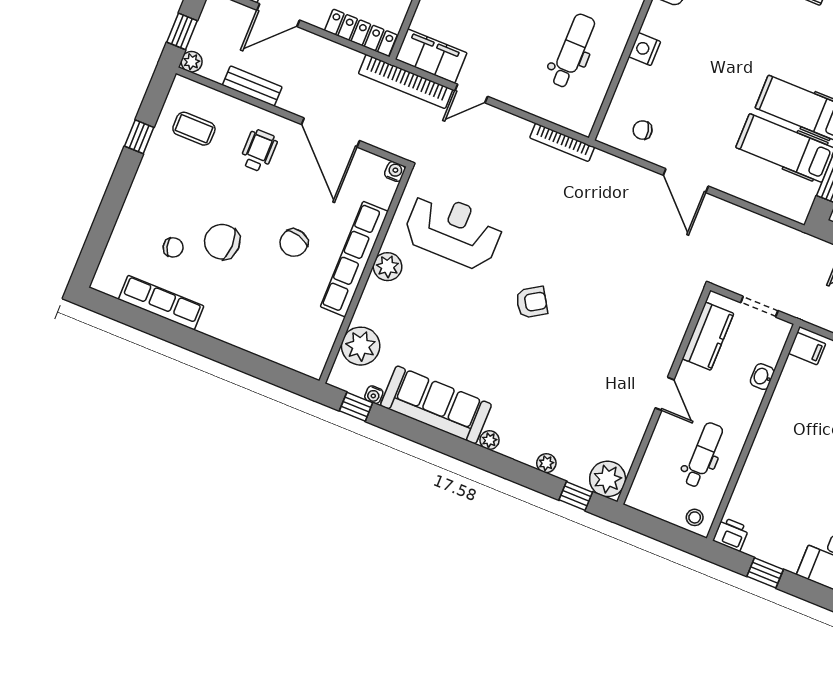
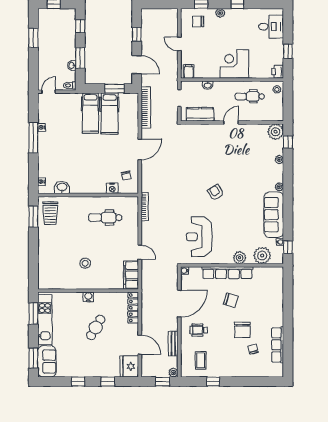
nightstand: (645, 49) -> (112, 188), moved
bookcase: (406, 82) -> (146, 108), moved
plant: (388, 267) -> (240, 258), moved
corner desk: (784, 450) -> (234, 64), added

